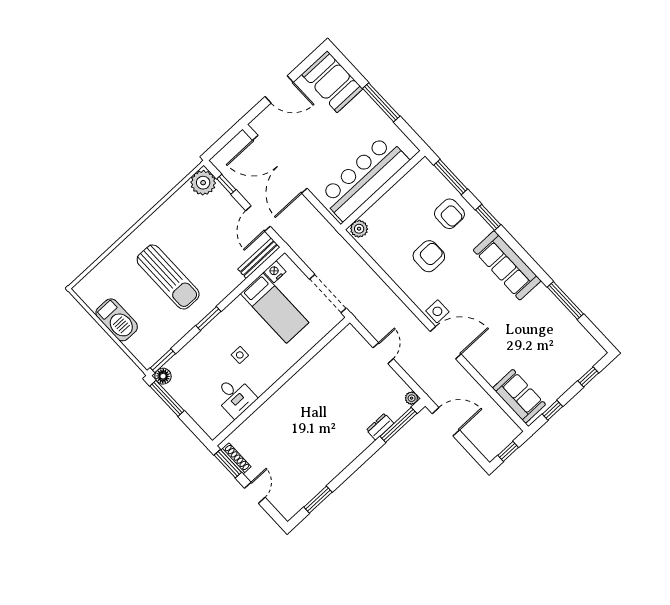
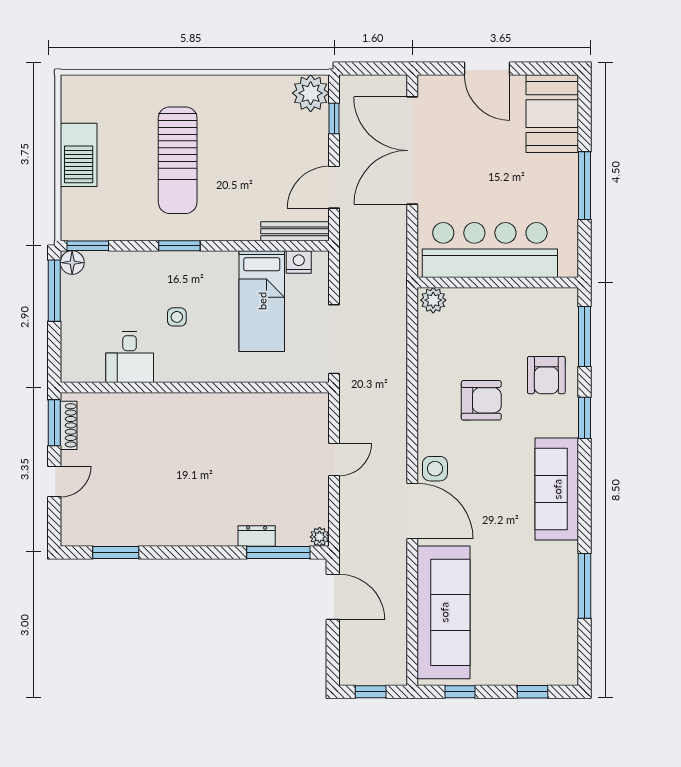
sofa: (519, 396) -> (444, 612), width x1.85, depth x1.27

